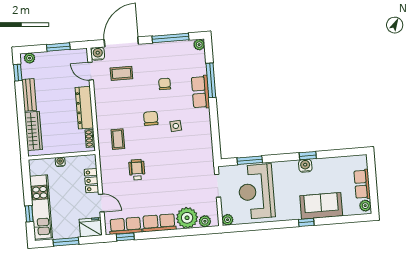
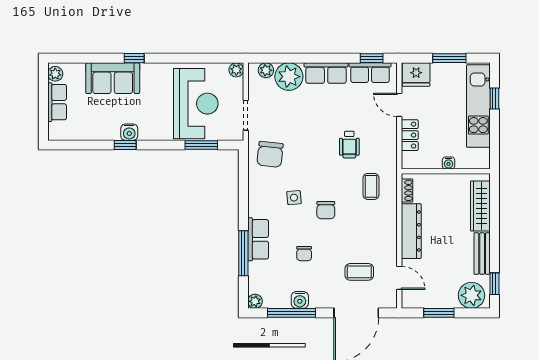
water cooler: (98, 54) -> (300, 300), moved
plant: (30, 58) -> (471, 295), width x1.88, depth x1.88
chair: (197, 157) -> (270, 154), added

